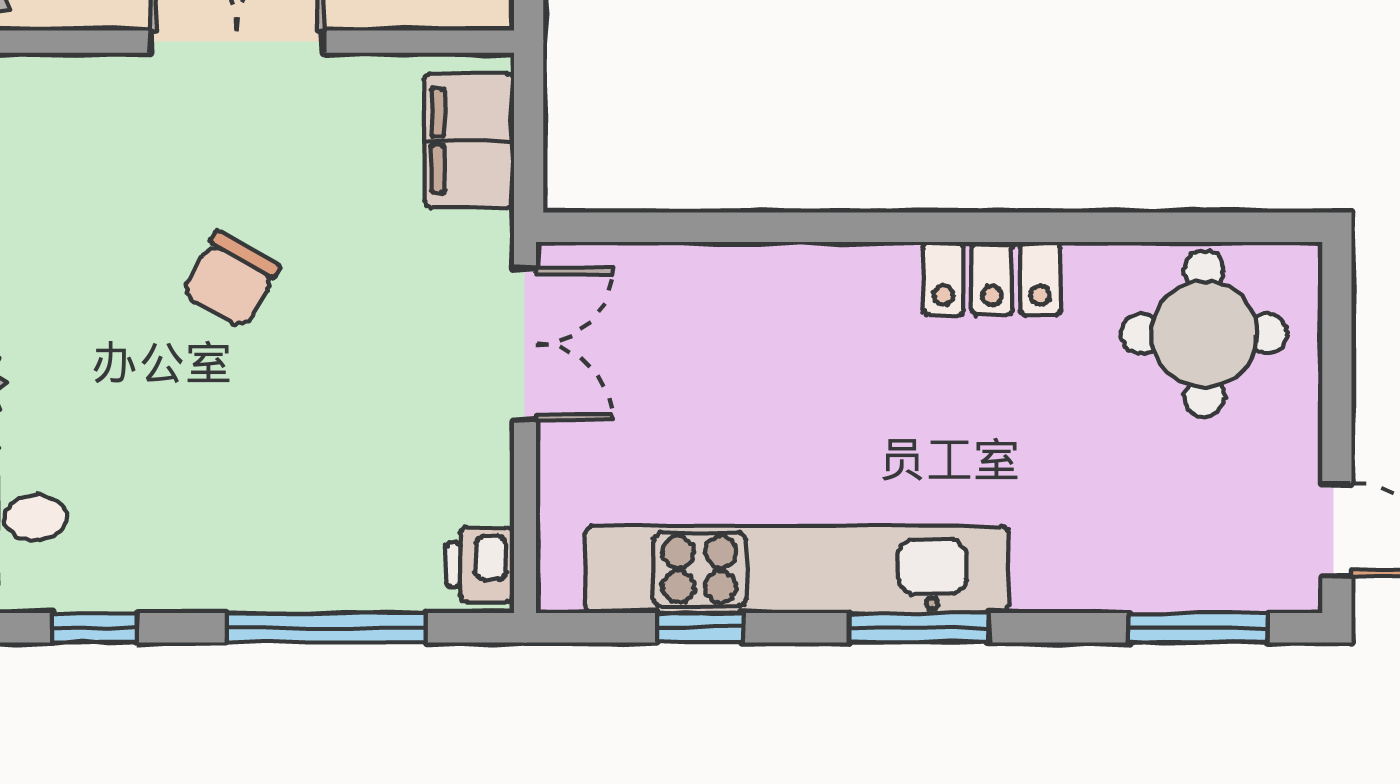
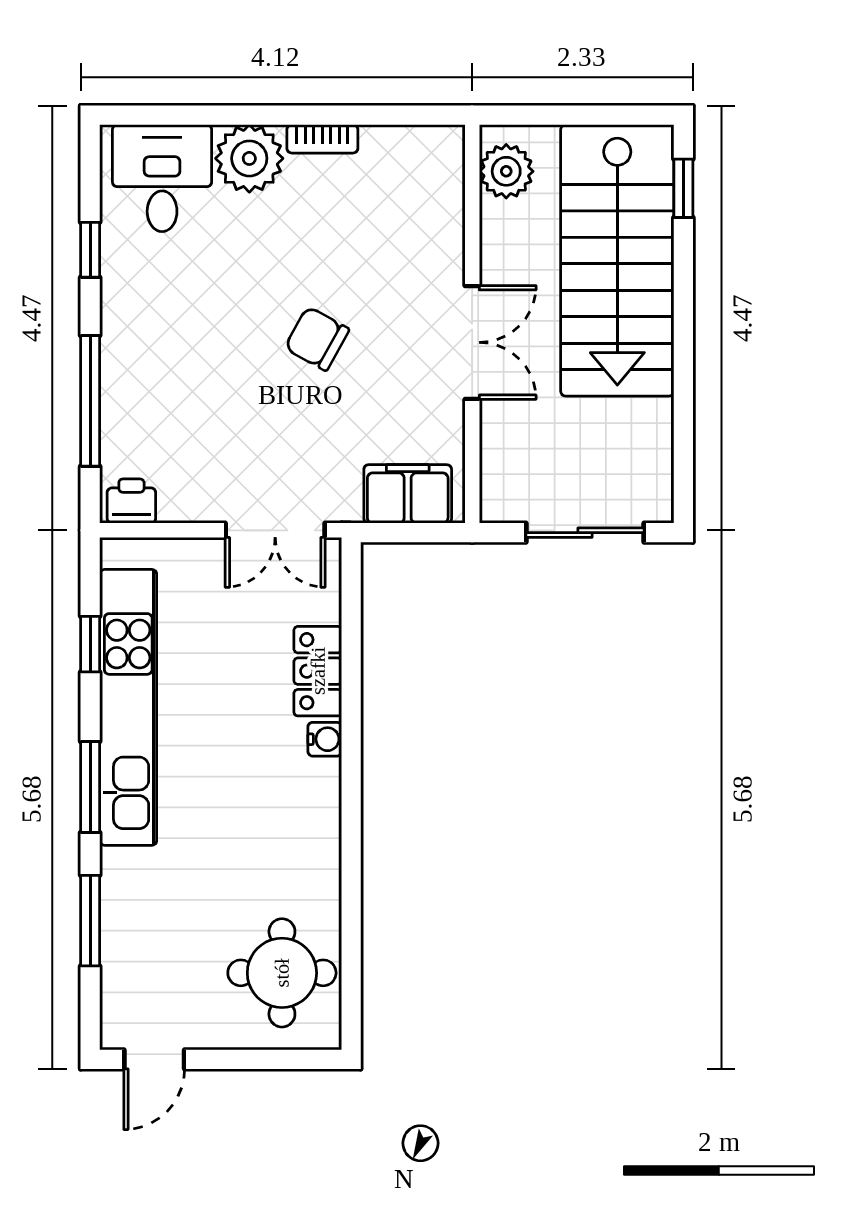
water cooler: (846, 268) -> (325, 739), added
locker: (992, 278) -> (318, 671), moved
window: (1198, 628) -> (90, 921), moved

